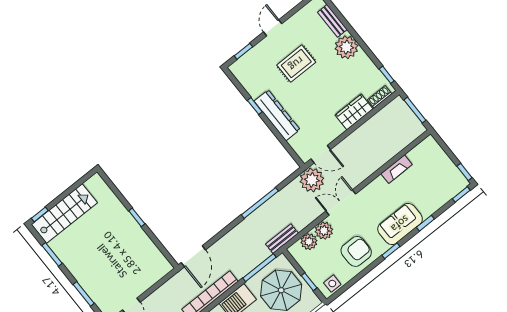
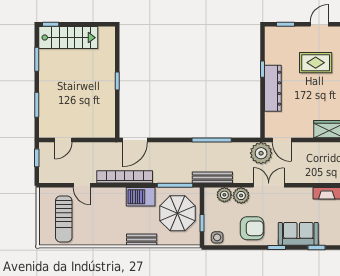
bench: (282, 239) -> (212, 178), width x1.36

